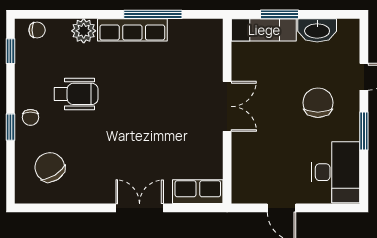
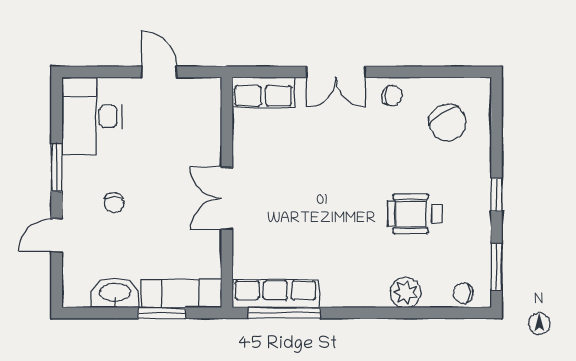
window: (153, 14) -> (284, 313), moved
row of seats: (132, 30) -> (275, 294), moved
window: (10, 51) -> (496, 267), width x1.50
chair: (318, 103) -> (114, 203), width x0.54, depth x0.54
chair: (30, 117) -> (392, 96), moved, turned 90
window: (10, 127) -> (496, 195), moved

